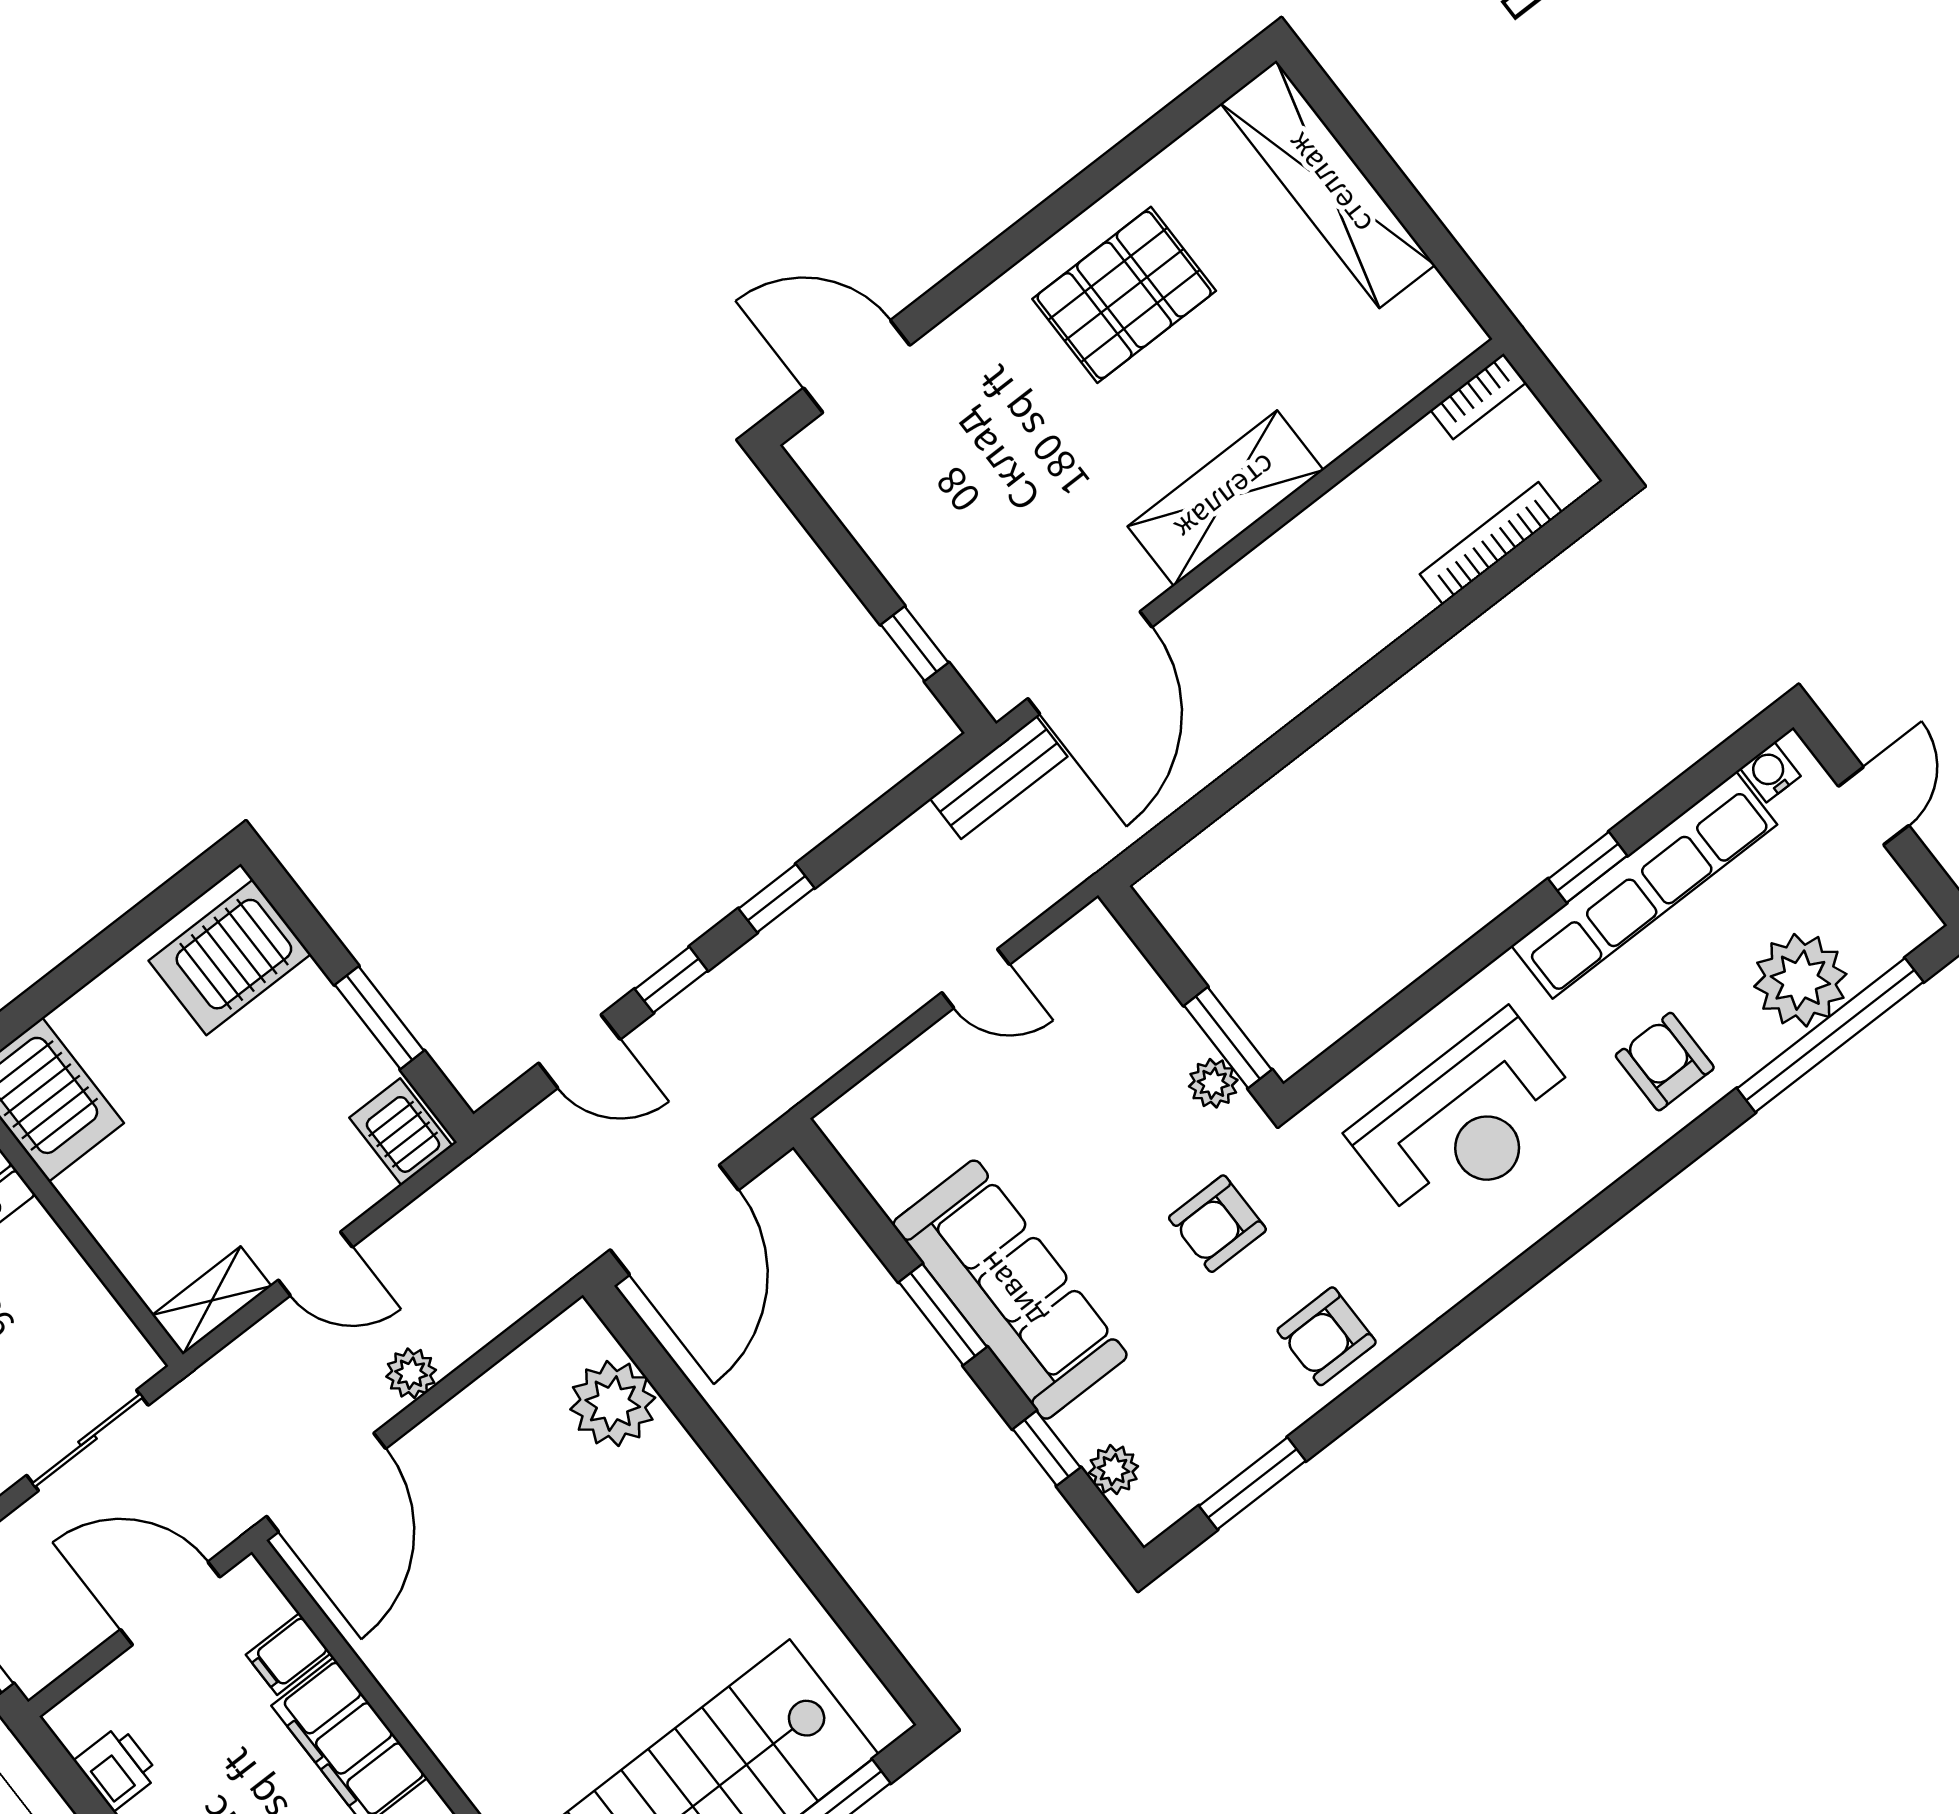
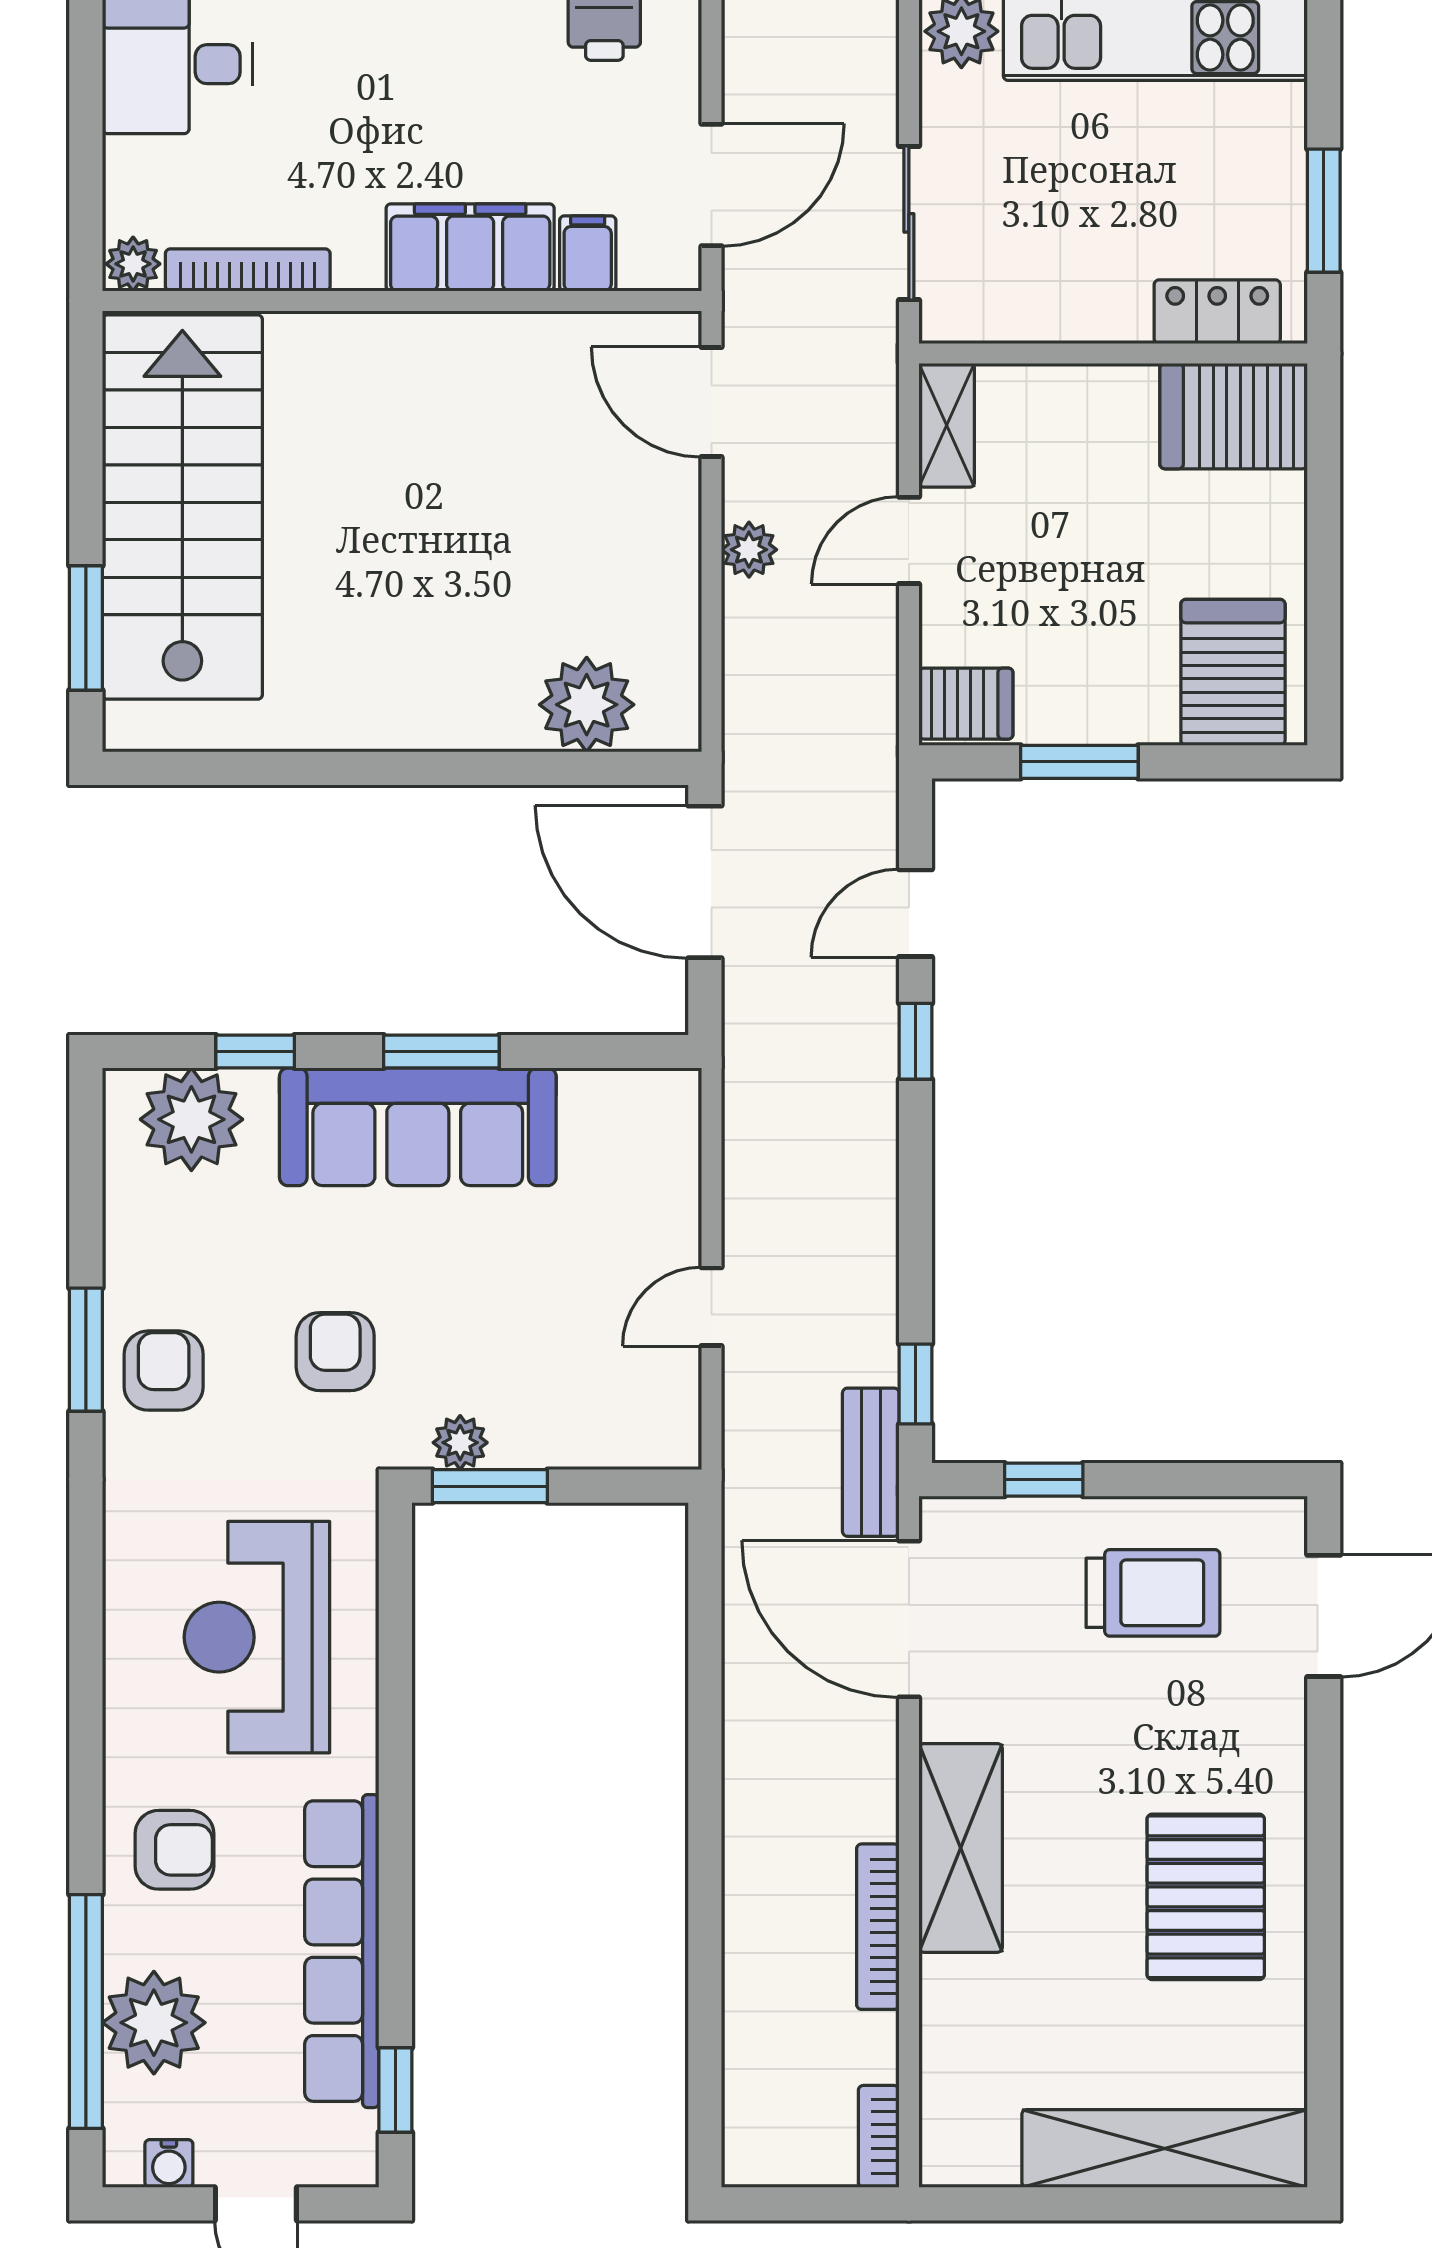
trolley: (935, 502) -> (1153, 1593), added
bookcase: (1491, 543) -> (878, 1927), moved, turned 180
water cooler: (1770, 772) -> (169, 2163), moved, turned 90
window: (1588, 867) -> (395, 2090), moved
window: (777, 898) -> (916, 1384), moved
plant: (1114, 1470) -> (191, 1119), width x1.88, depth x1.88
door: (326, 1482) -> (711, 402), width x0.73
window: (1252, 1483) -> (86, 1350), moved

